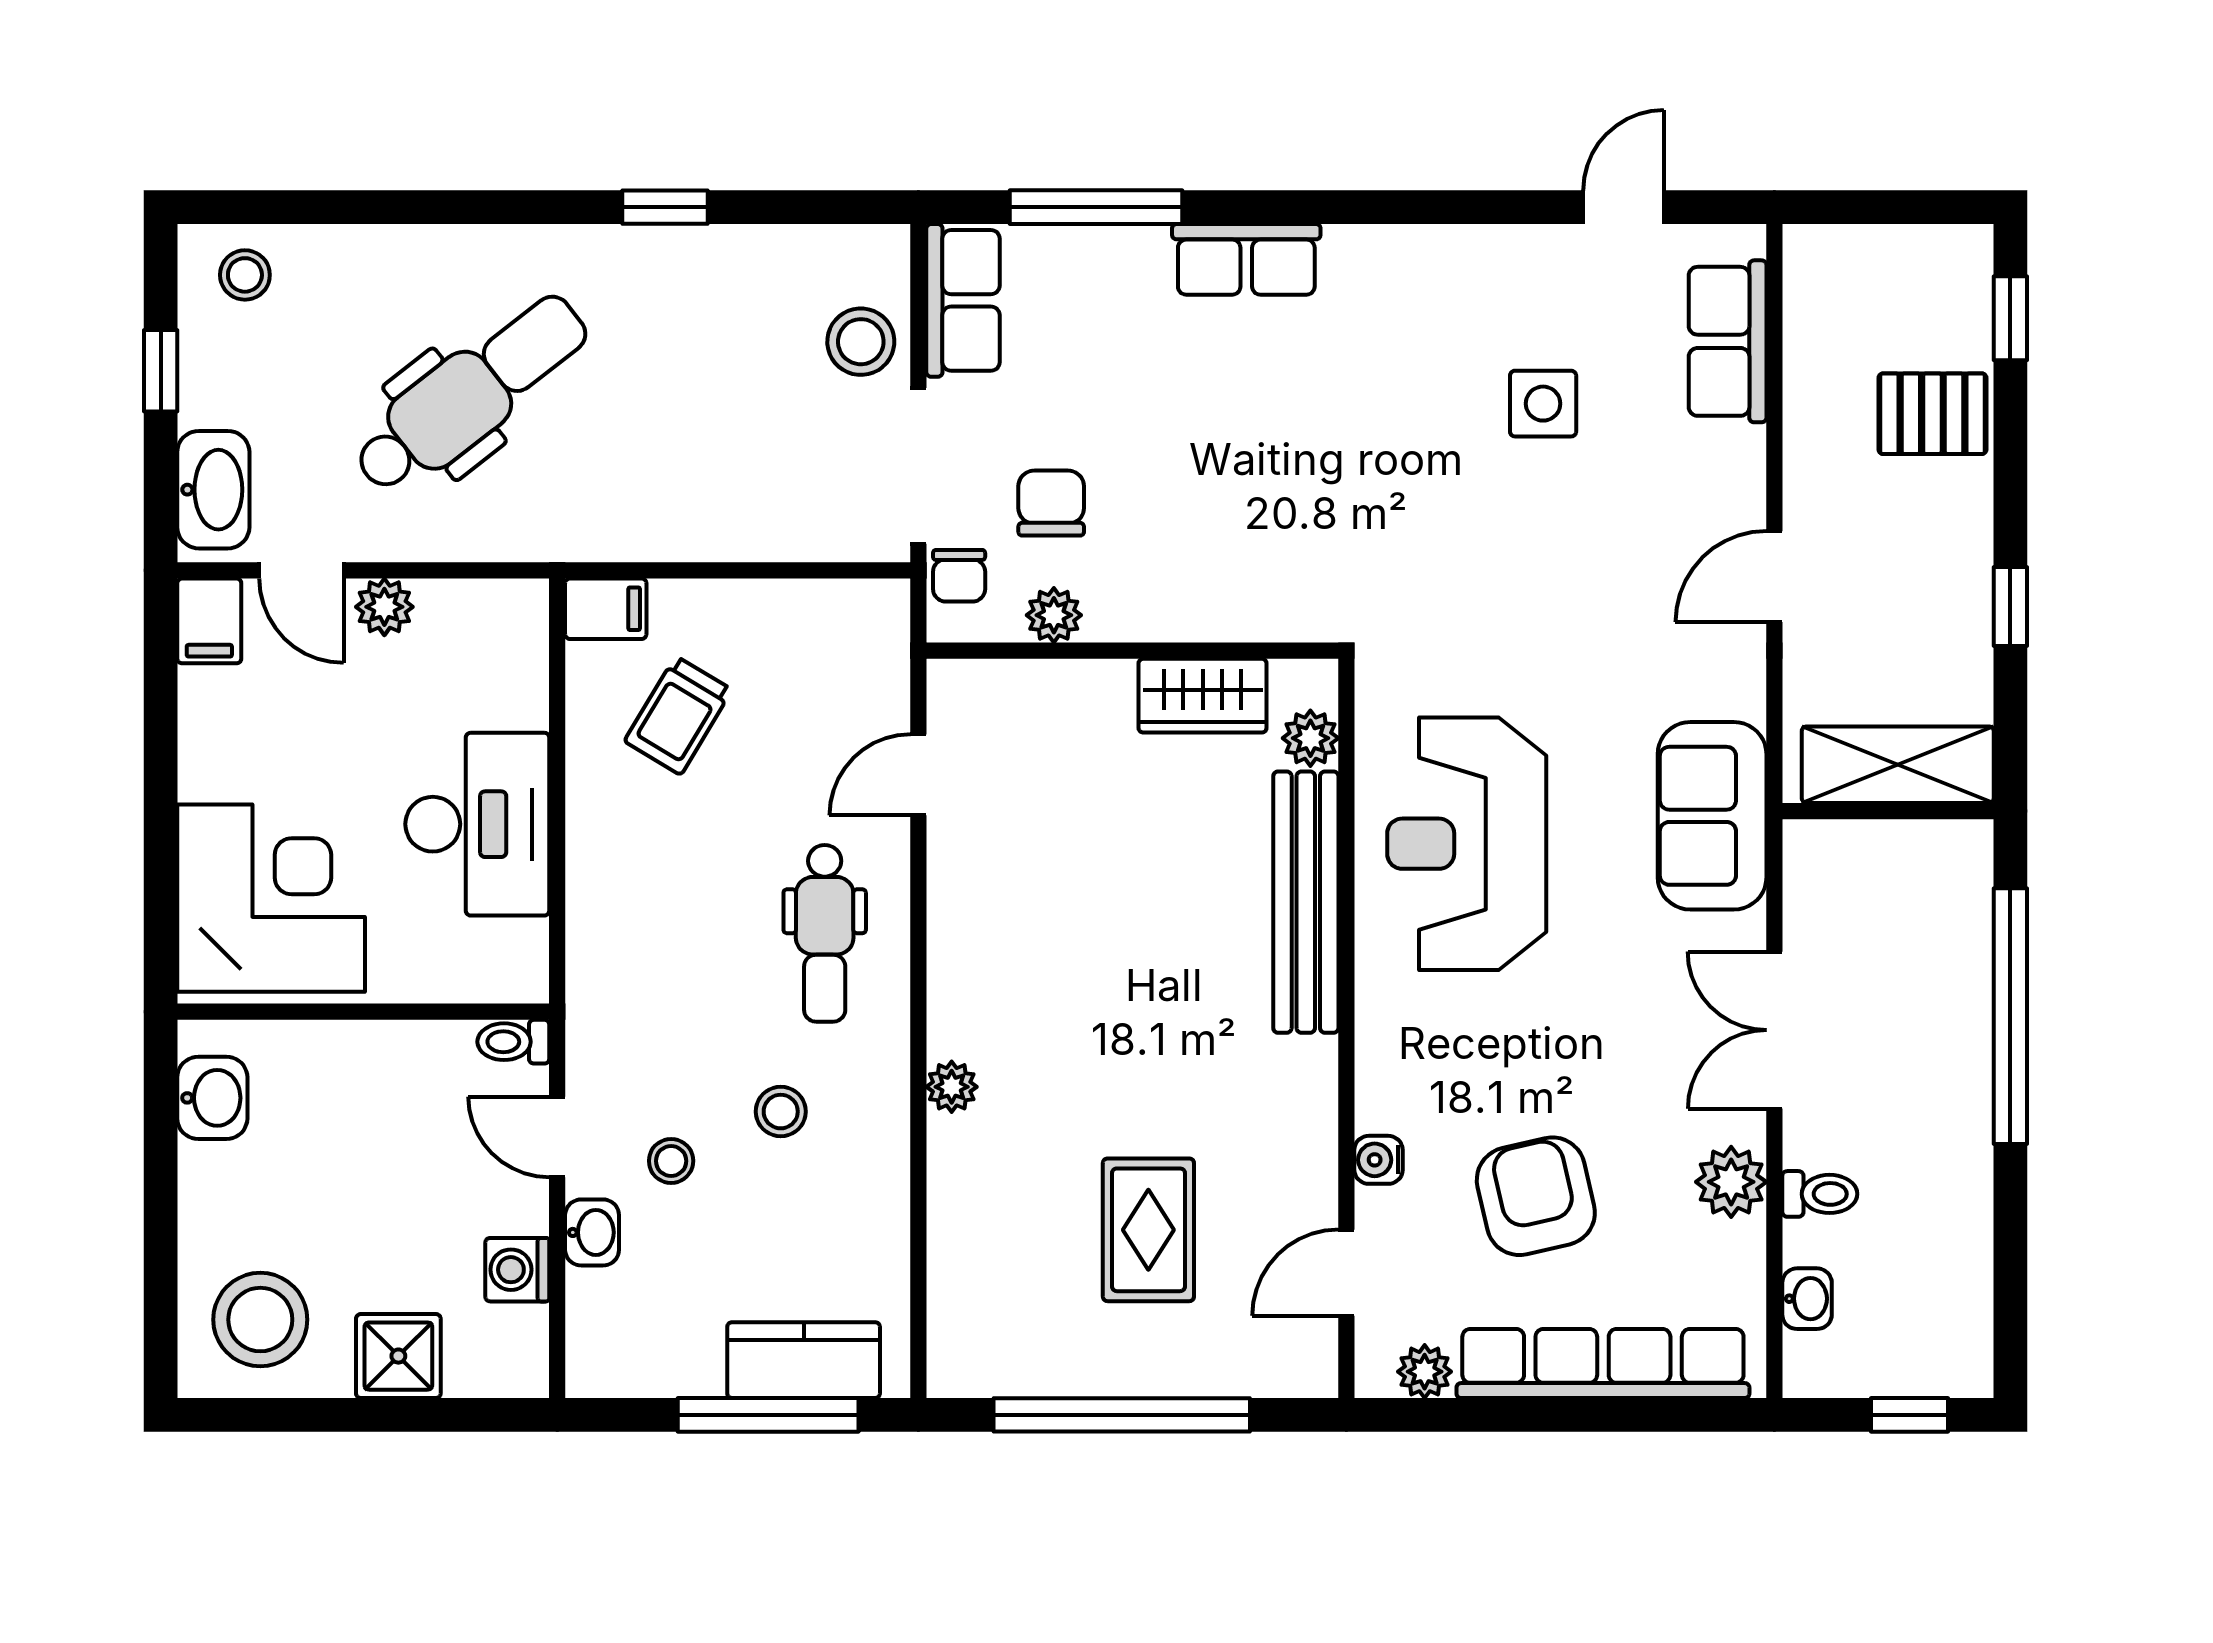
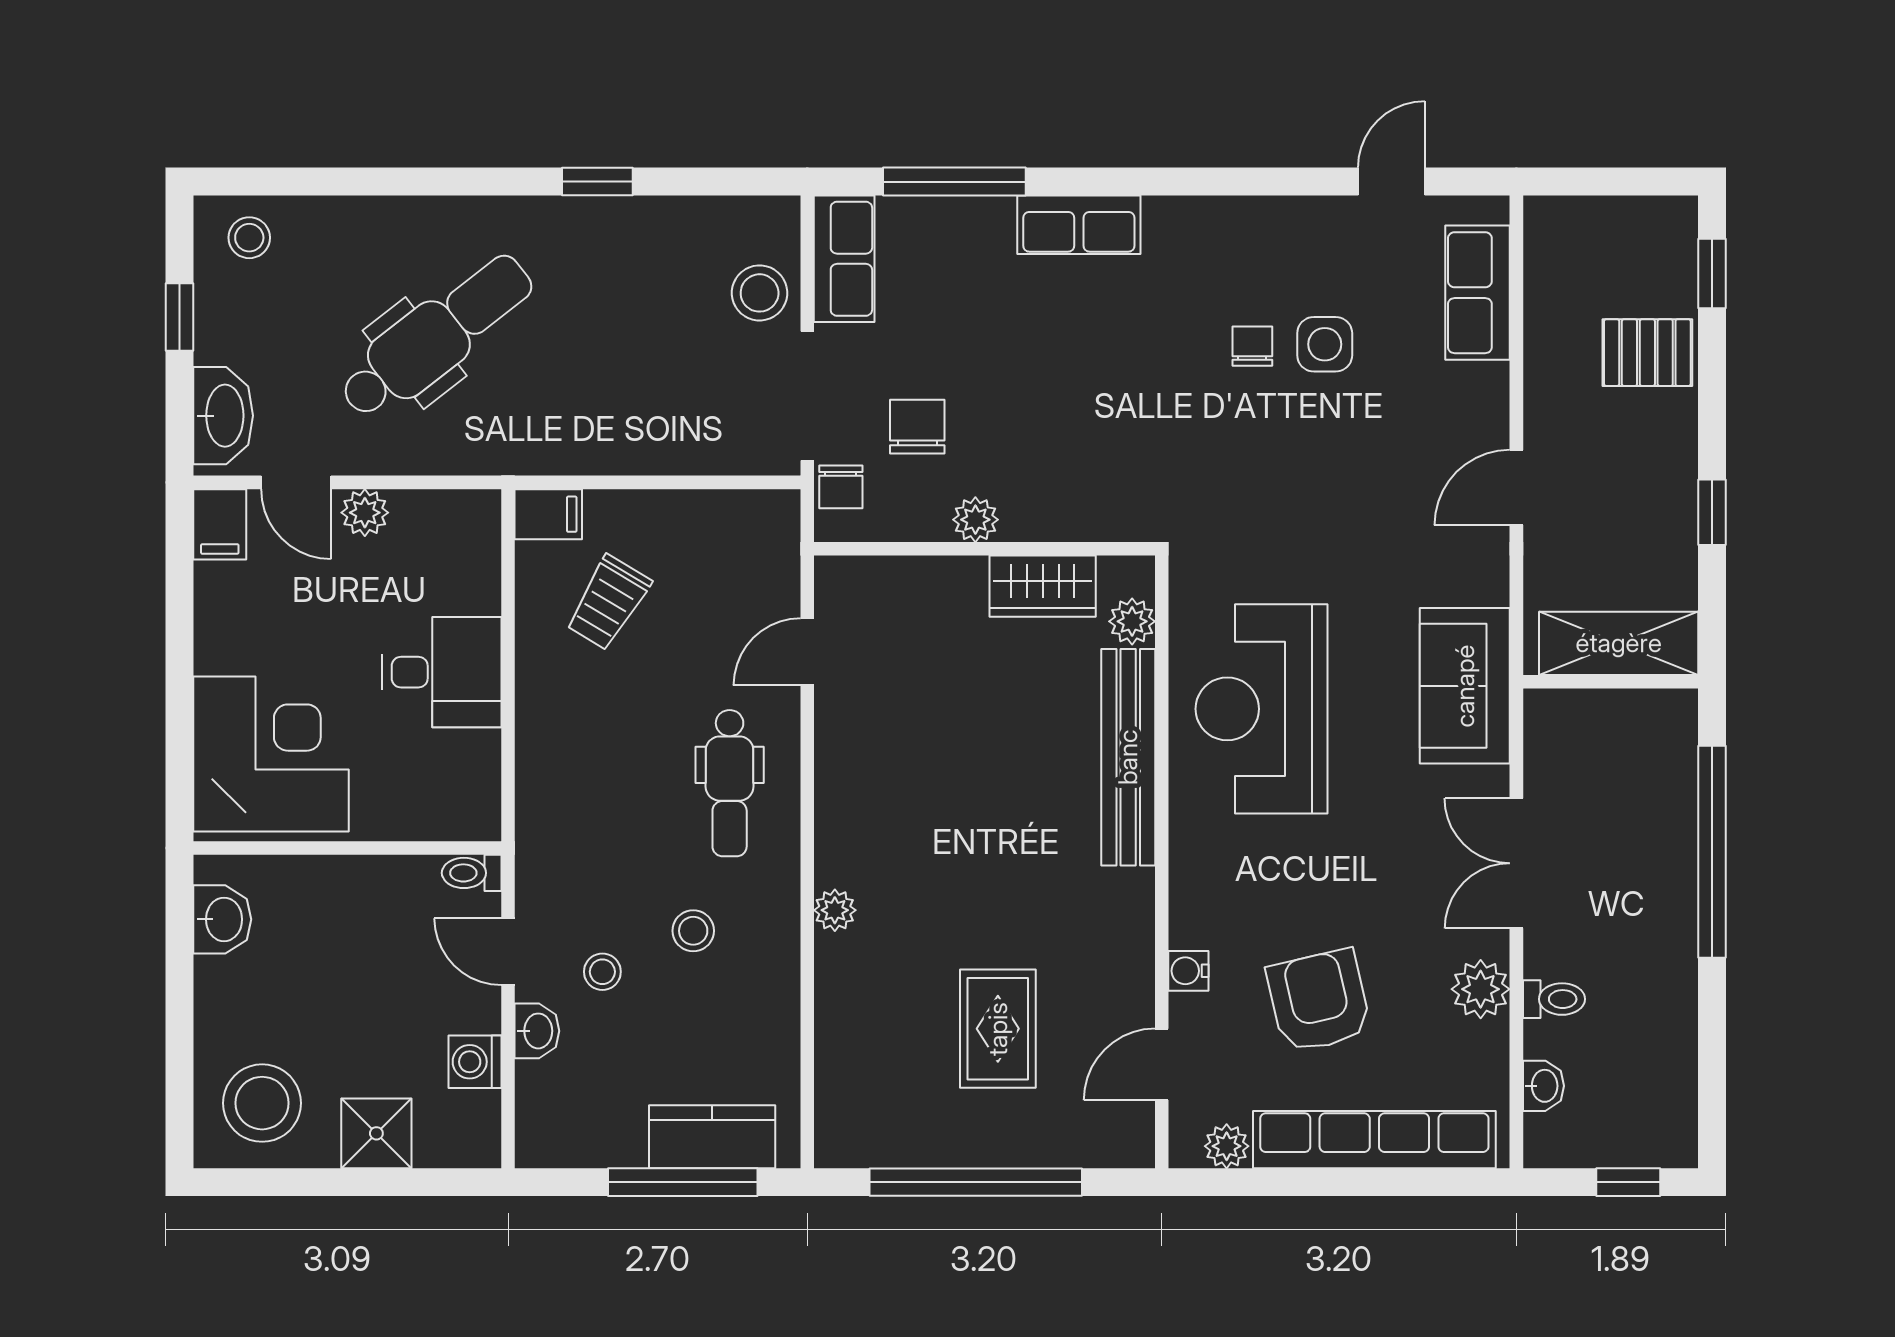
chair: (1456, 406) -> (1252, 346), added
plant: (1054, 615) -> (975, 520), moved
desk: (477, 824) -> (442, 672), width x0.73

